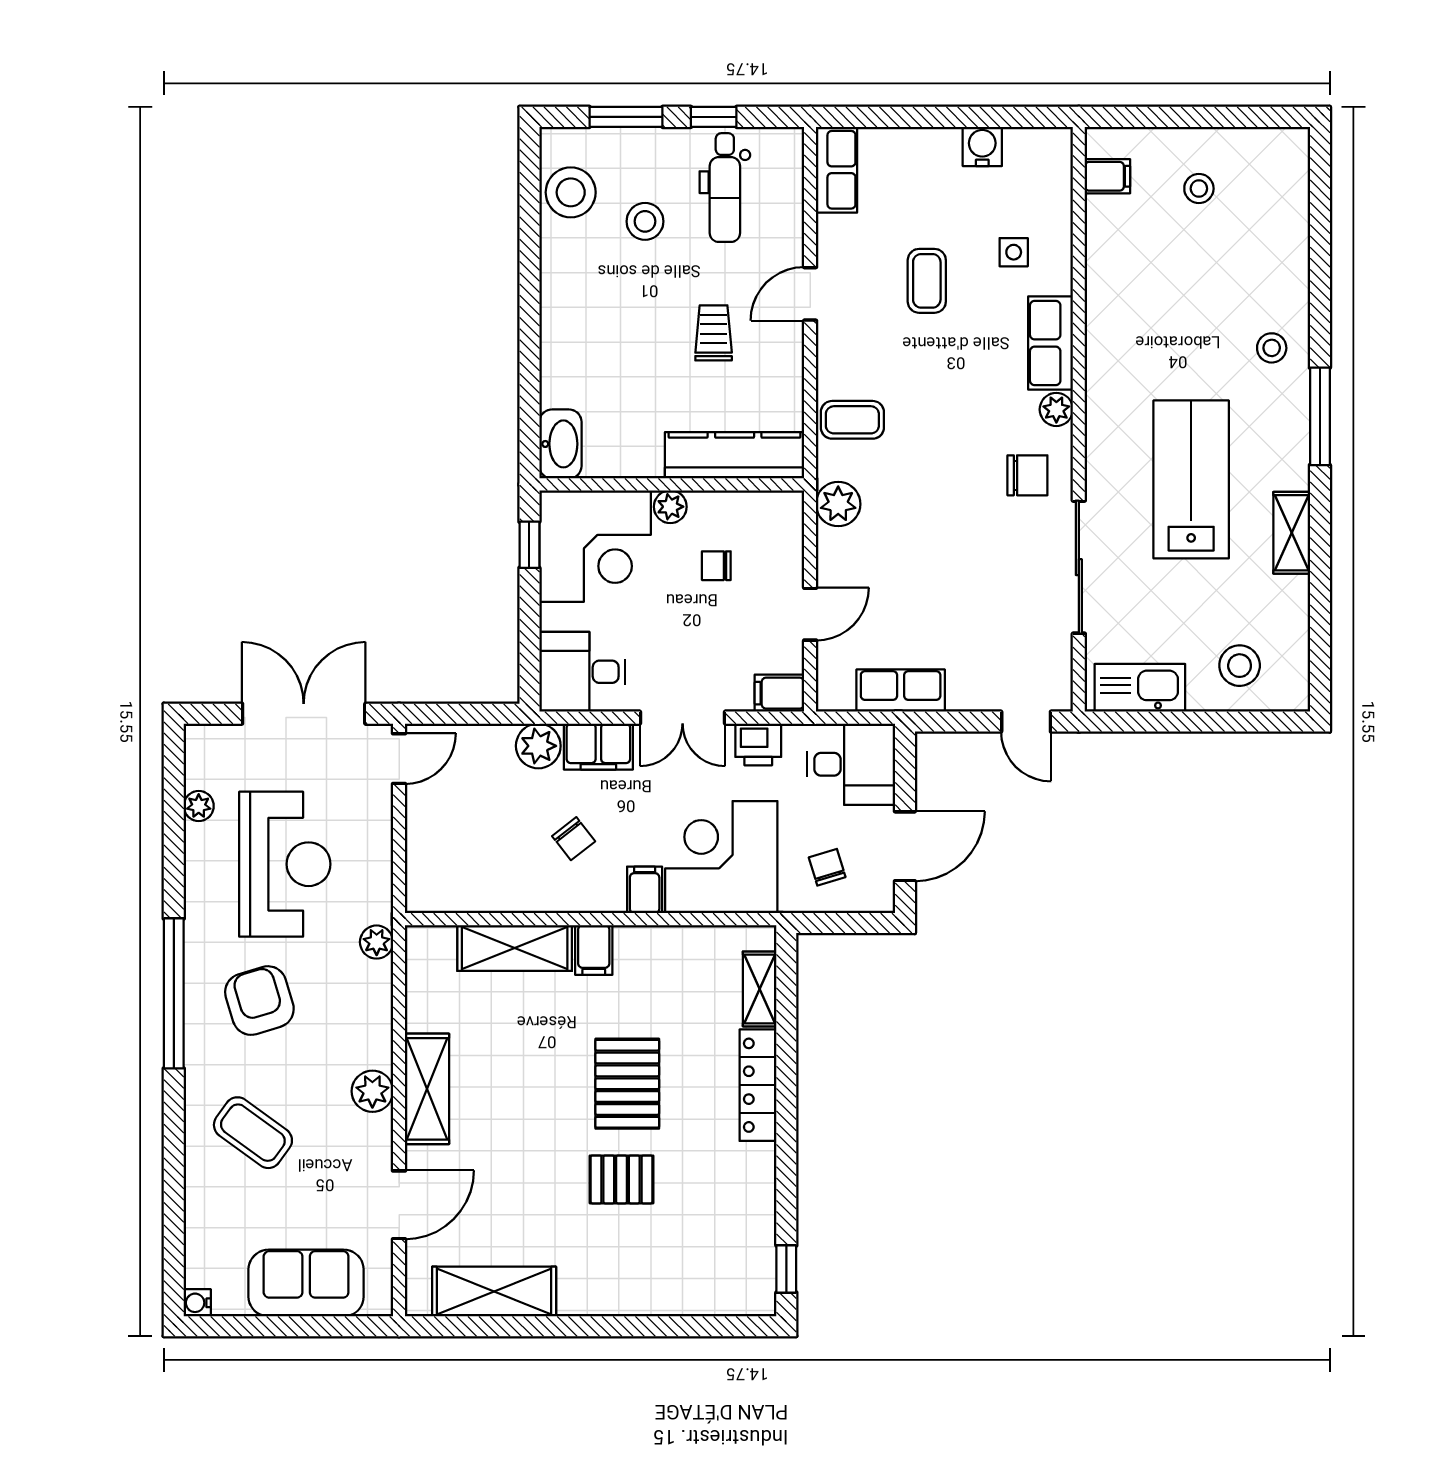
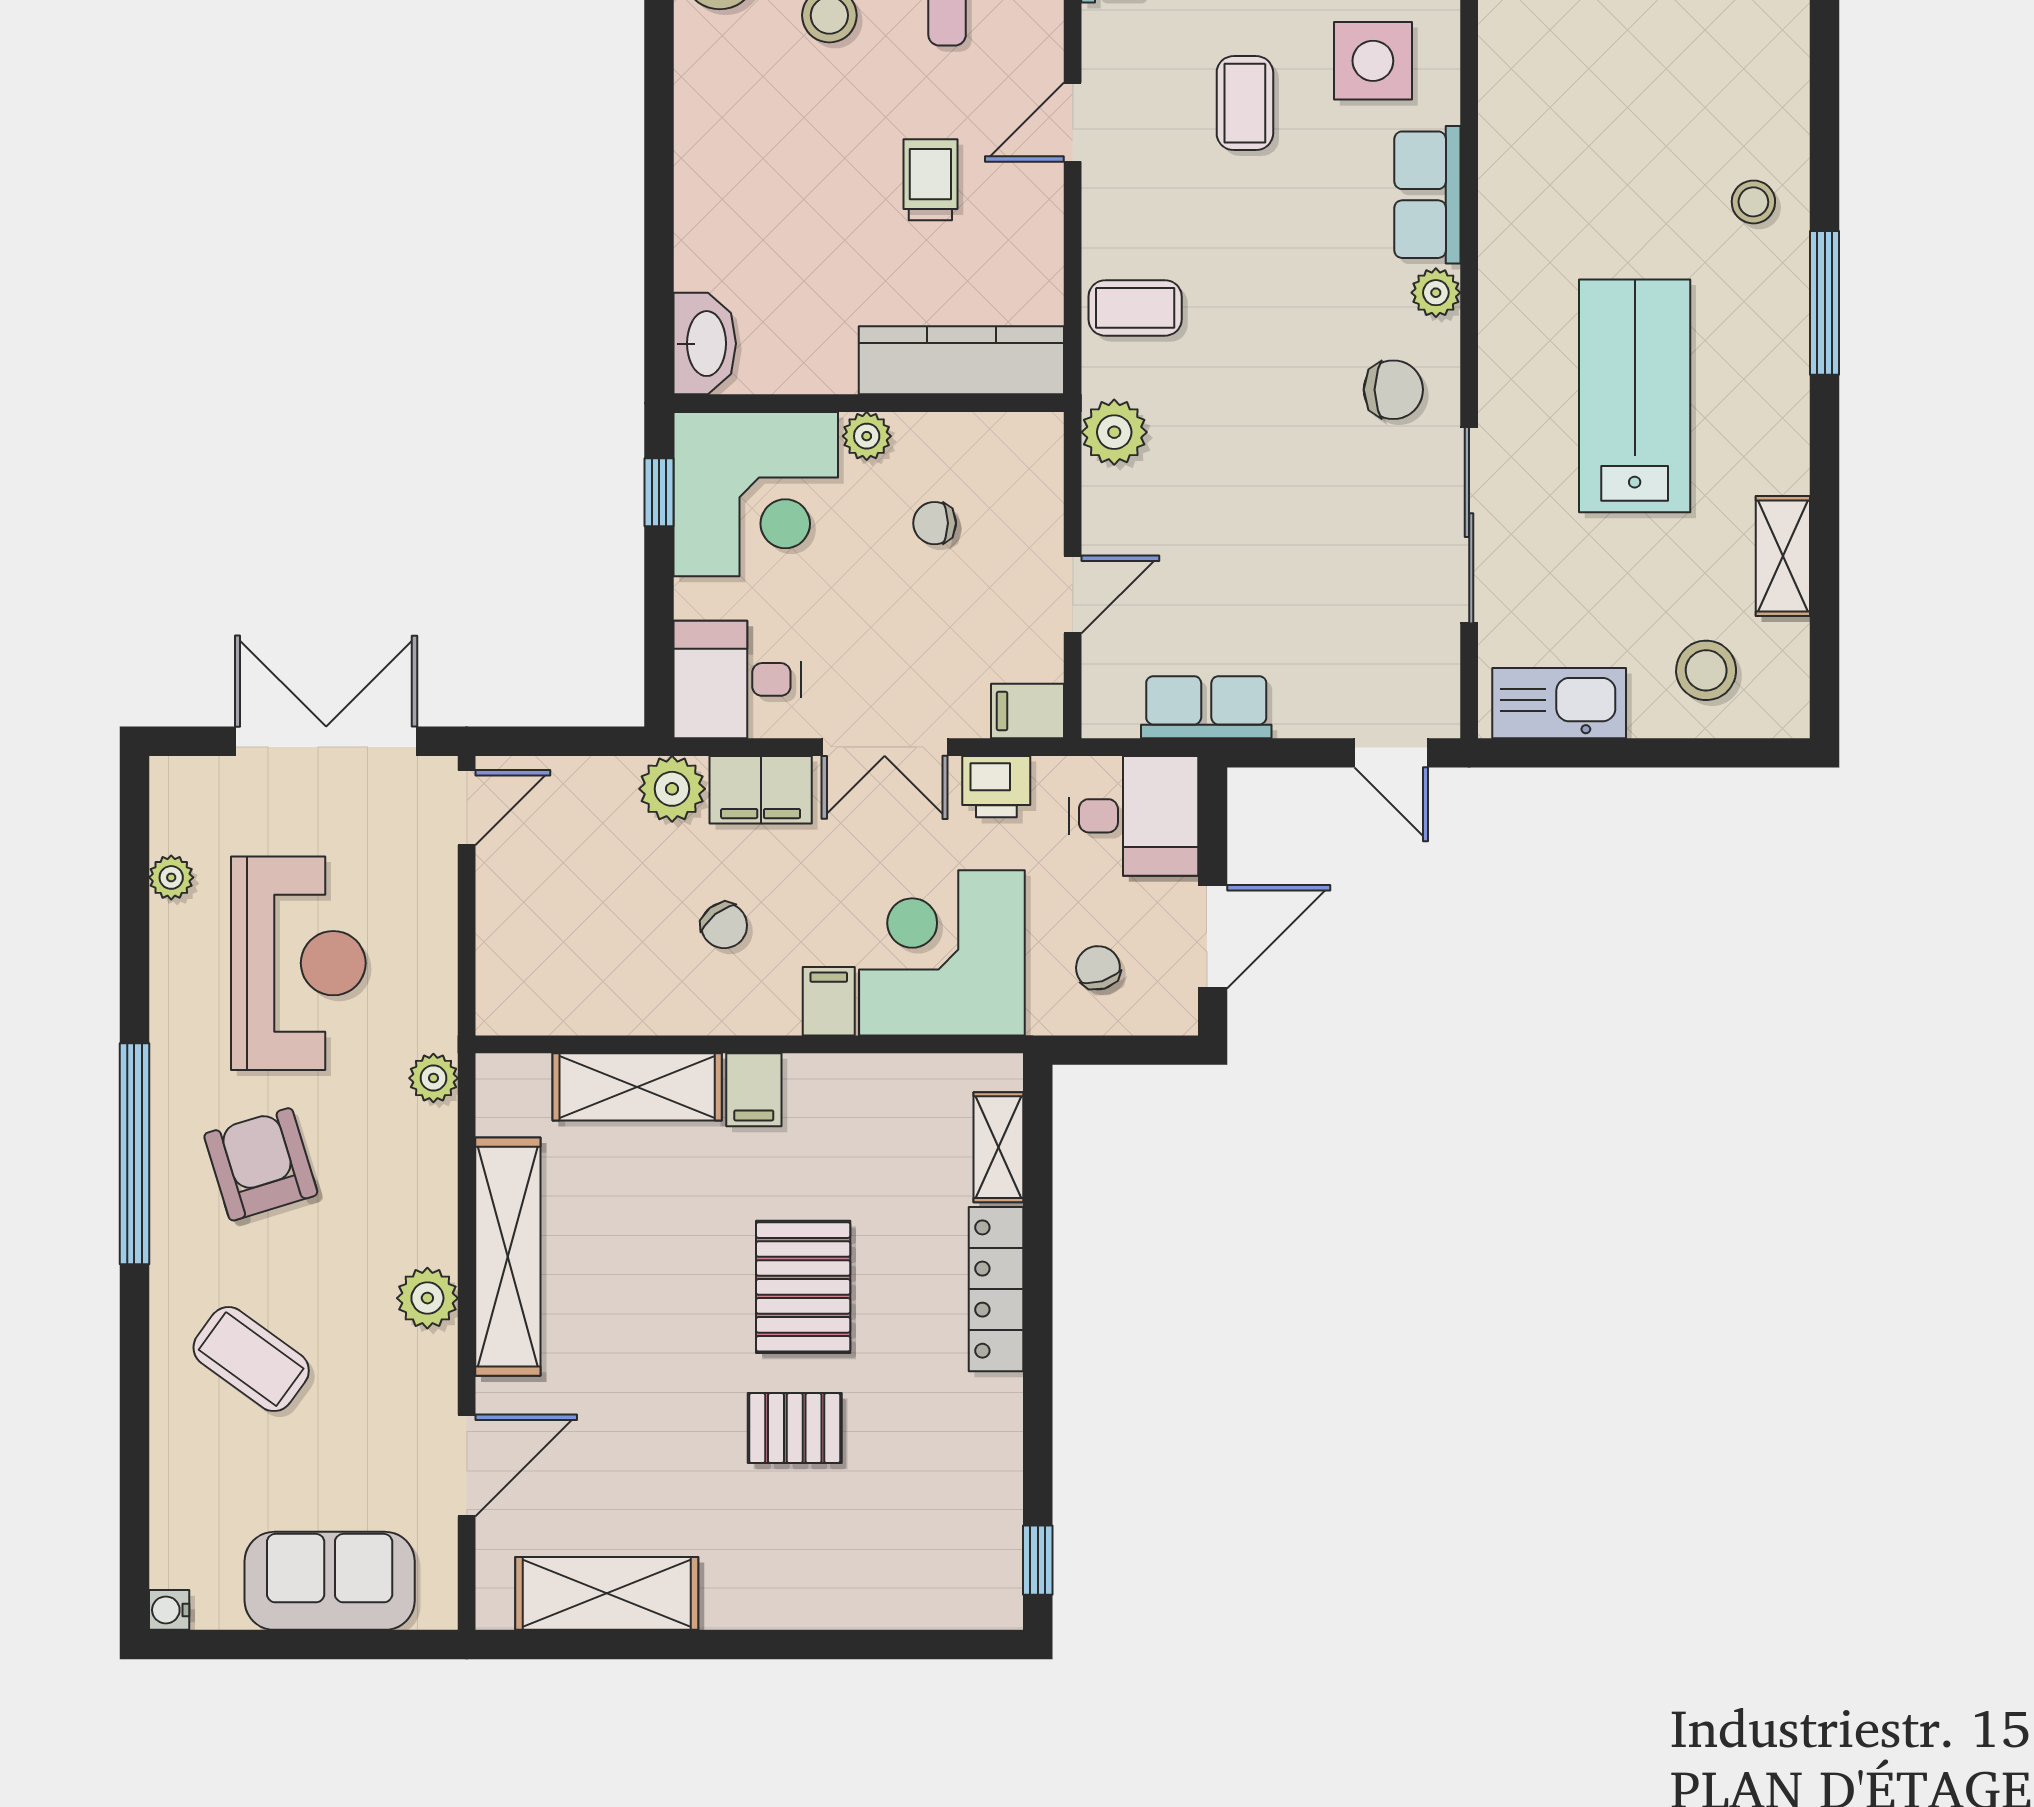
side table: (1014, 252) -> (1373, 61), width x1.87, depth x1.87
shelving: (1292, 533) -> (1783, 556), moved
shelving: (427, 1089) -> (508, 1257), width x1.47

